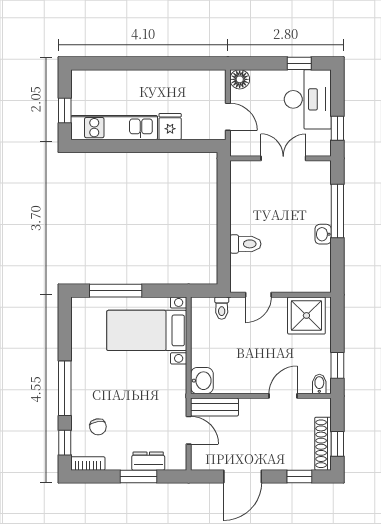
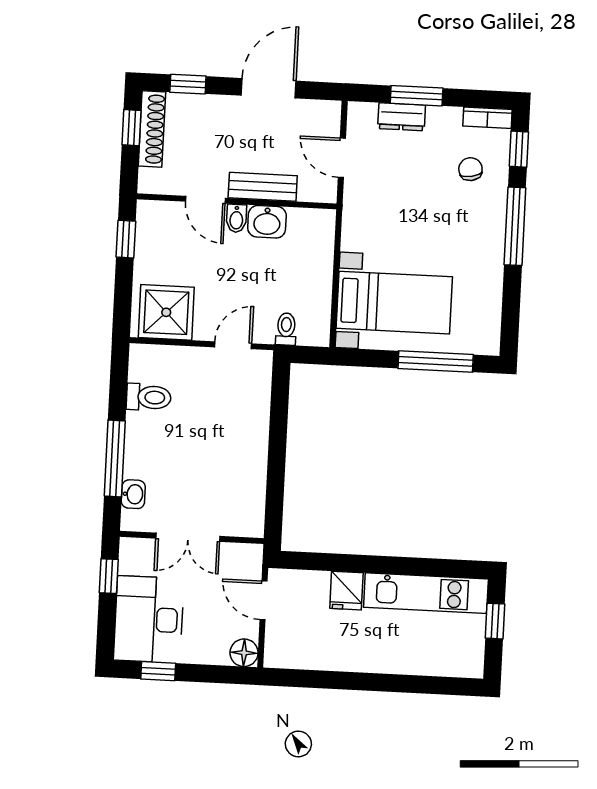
washbasin: (323, 234) -> (133, 494), moved
toilet: (245, 244) -> (149, 397), moved, turned 180
washbasin: (202, 381) -> (267, 222), moved, turned -90
bidet: (319, 384) -> (236, 218), moved
door: (283, 396) -> (205, 200), hinge flipped
bench: (215, 407) -> (263, 187), moved

